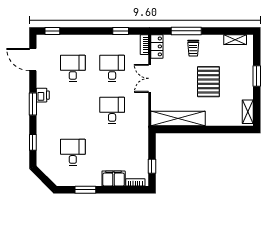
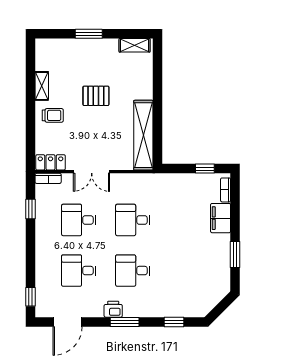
window: (186, 31) -> (31, 125), removed
shelving: (235, 40) -> (42, 86), moved
pallet: (208, 82) -> (96, 96), width x0.67, depth x0.71
desk: (73, 152) -> (133, 271), moved

